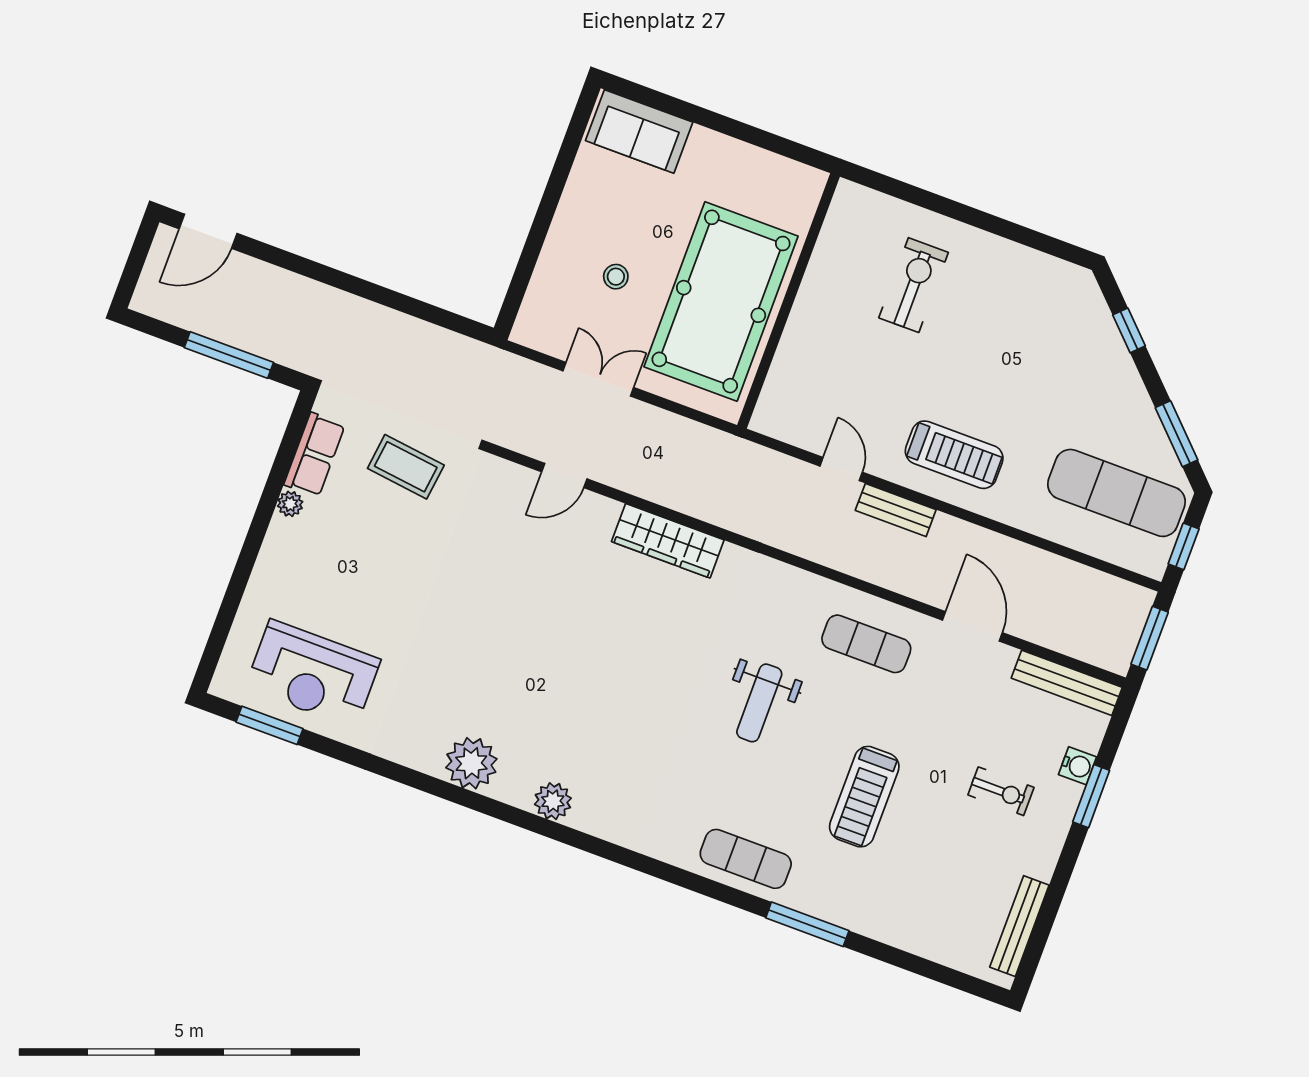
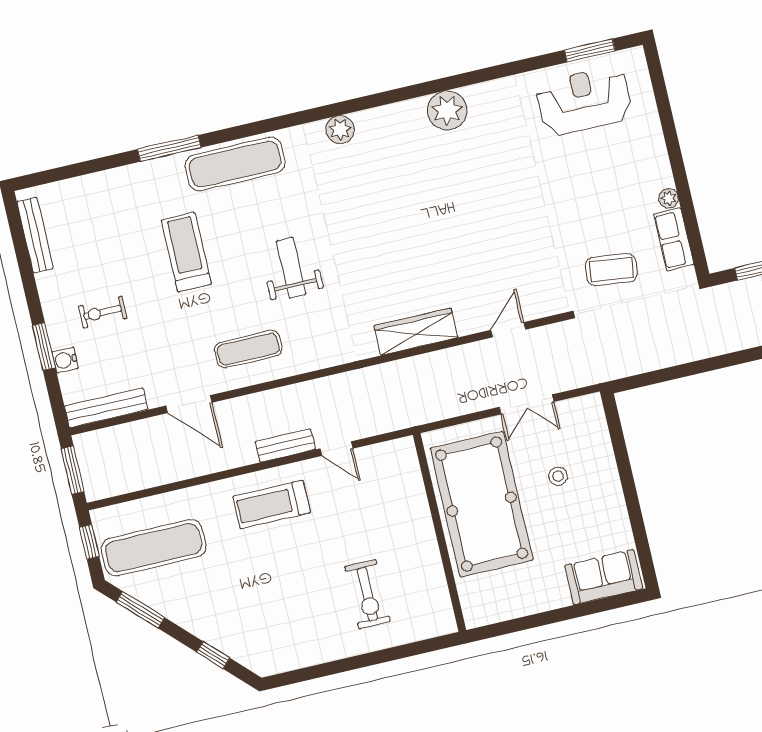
plant: (553, 801) -> (340, 130), moved
exercise mat: (746, 859) -> (235, 164), width x1.36, depth x1.45

